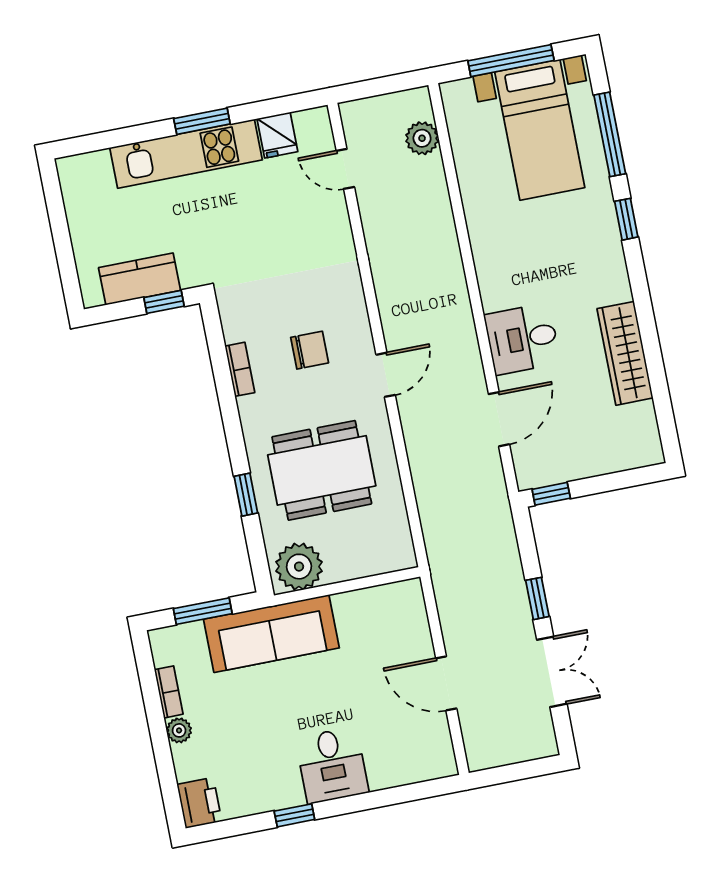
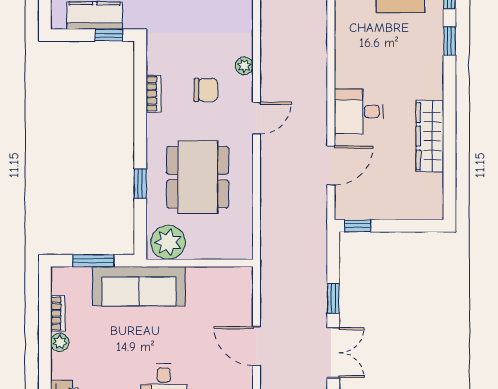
plant: (355, 308) -> (244, 66), added
dining table: (322, 470) -> (198, 177), turned 90

